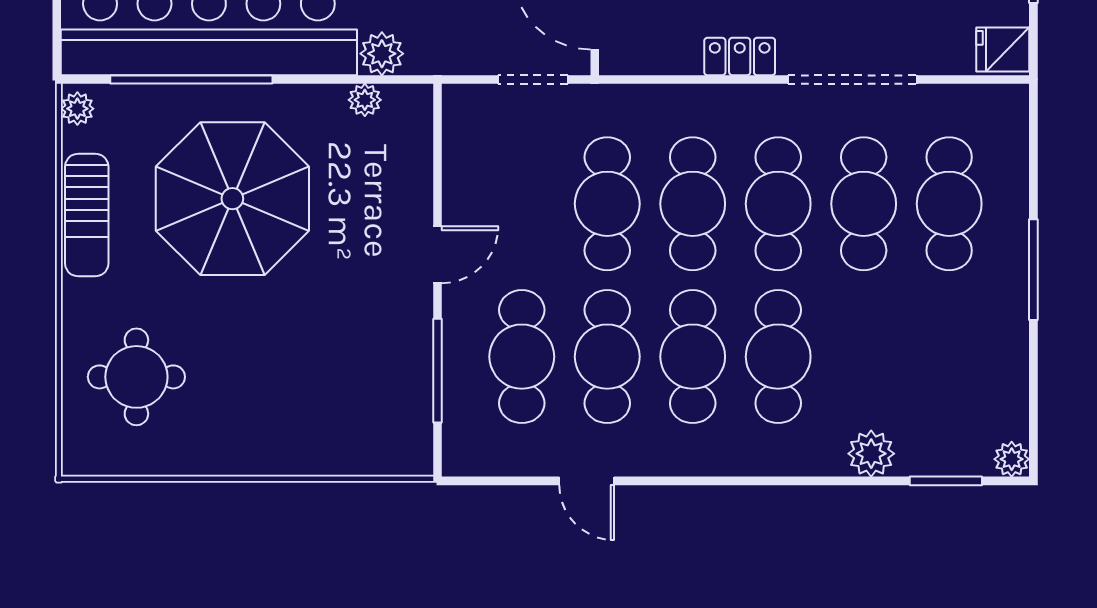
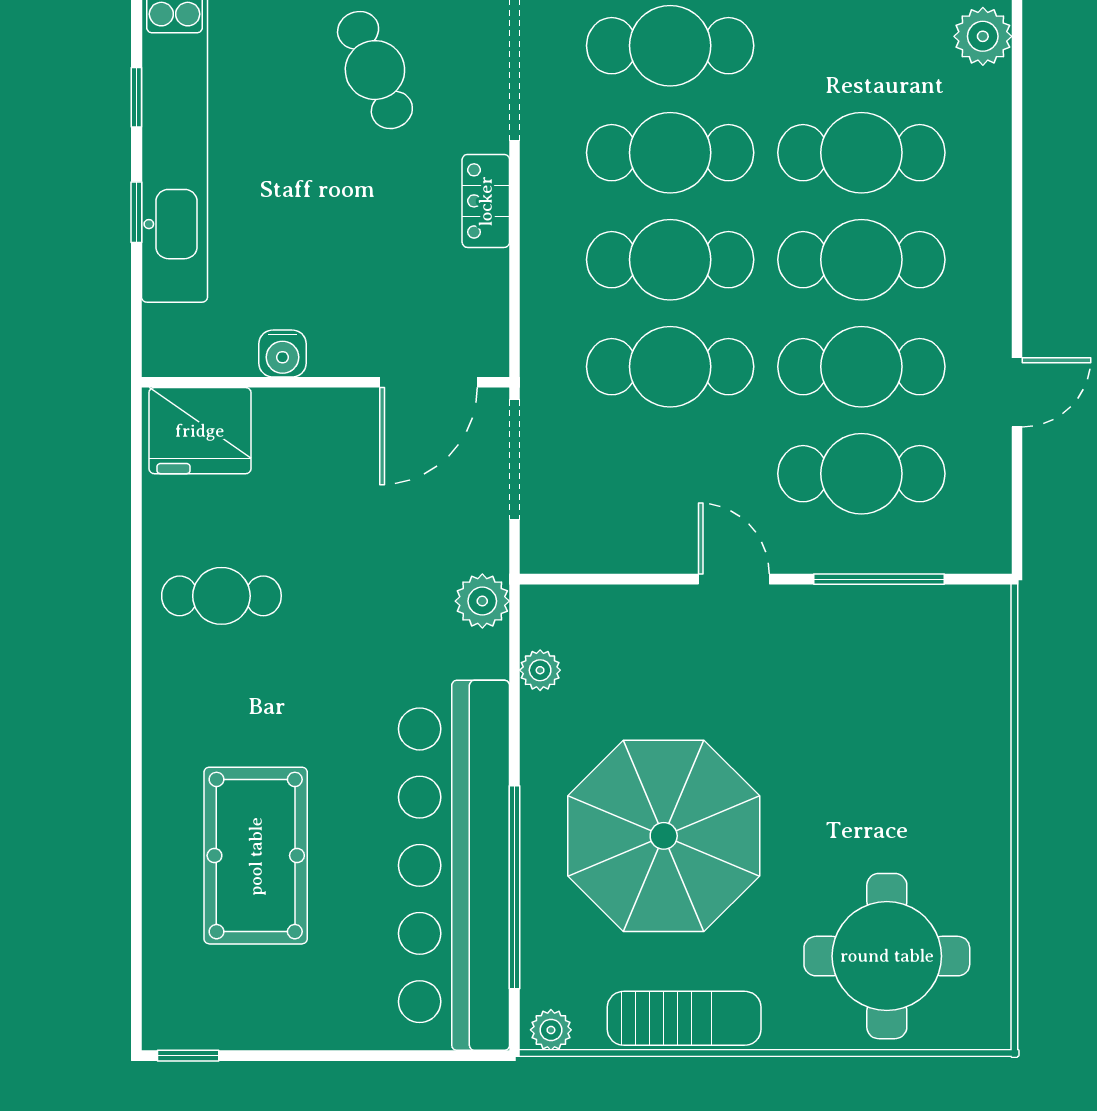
plant: (382, 54) -> (482, 601), moved
doorway: (533, 79) -> (515, 460), width x1.38
round table: (136, 377) -> (887, 956), width x1.36, depth x1.36

